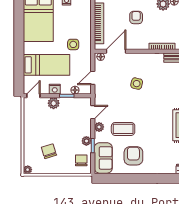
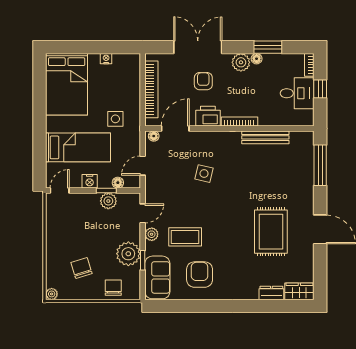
printer: (139, 43) -> (208, 116), added
plant: (54, 103) -> (108, 201), moved
plant: (86, 141) -> (128, 254), width x1.88, depth x1.88
chair: (81, 160) -> (113, 288), moved

